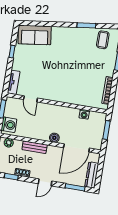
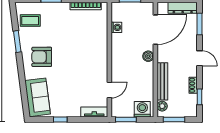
armchair: (69, 45) -> (42, 57), added
bench: (35, 147) -> (162, 81), width x1.36
door: (77, 148) -> (155, 30), hinge flipped

